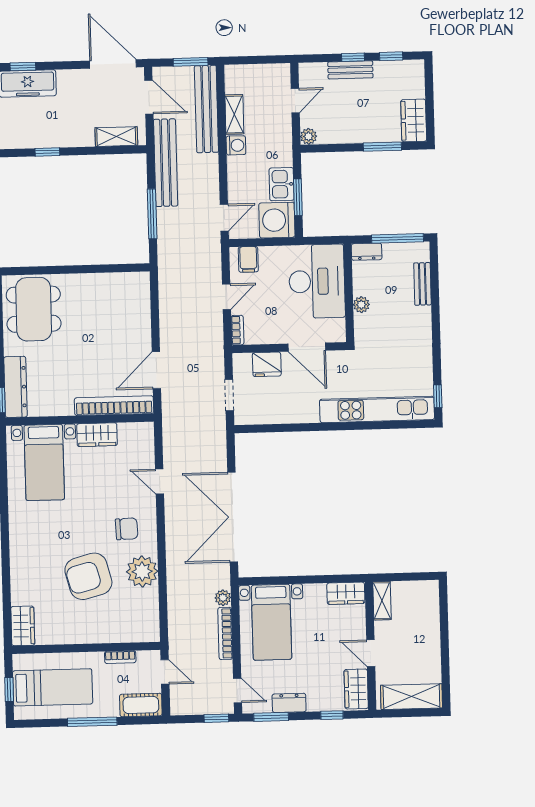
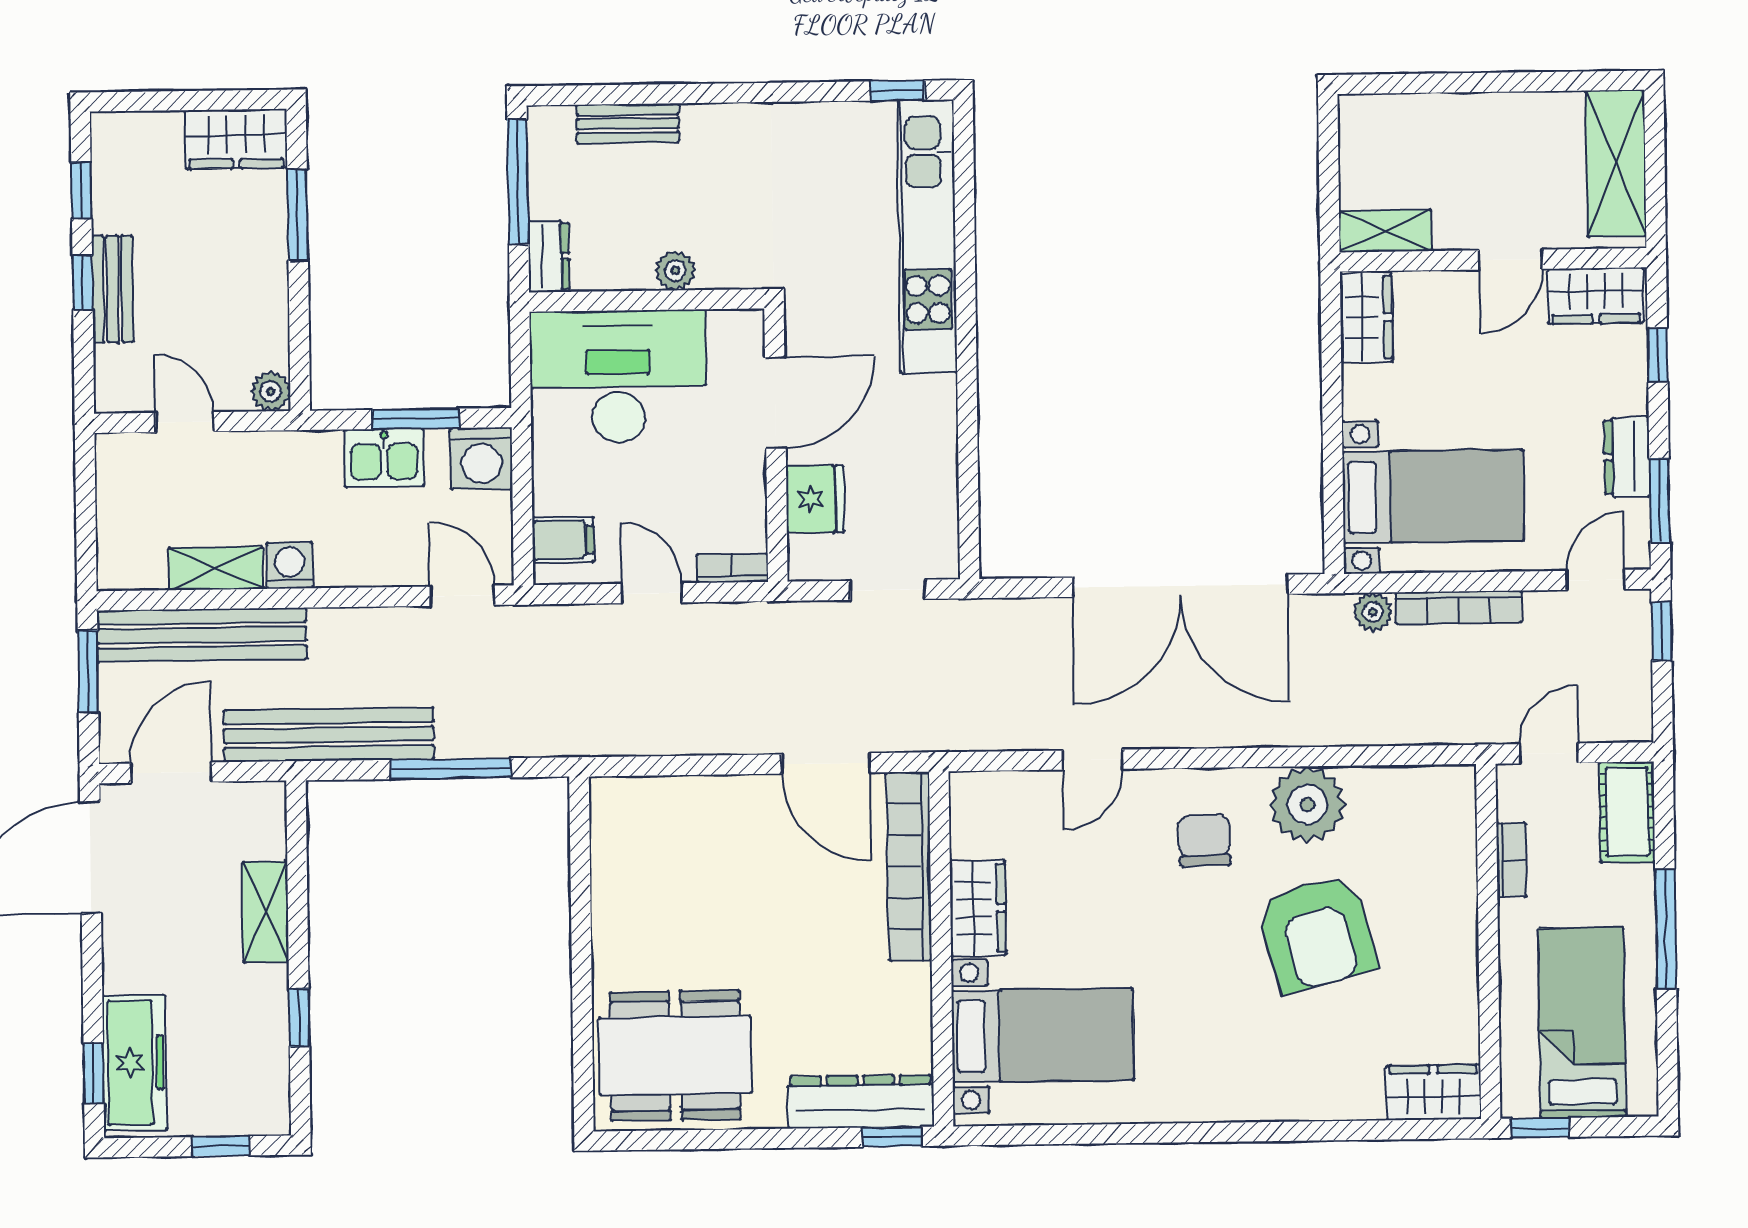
shelving: (116, 137) -> (265, 912), moved
washing machine: (277, 220) -> (481, 458), width x0.73, depth x0.73
window: (9, 689) -> (1540, 1128), moved

